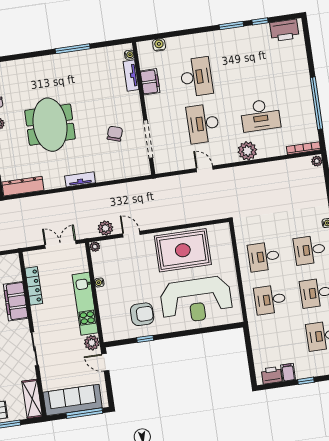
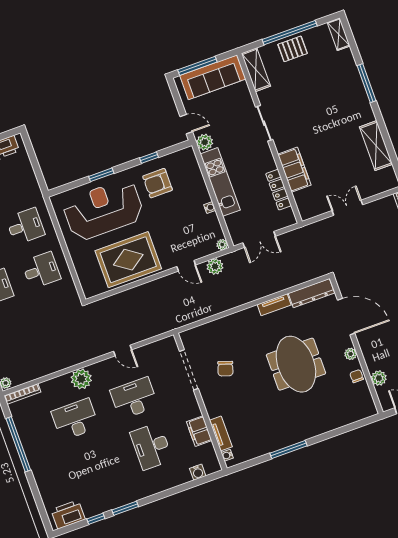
desk: (203, 124) -> (134, 398), turned -90
tv unit: (80, 179) -> (274, 305), moved
window: (192, 332) -> (101, 175), added

